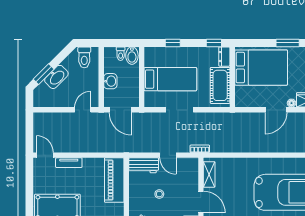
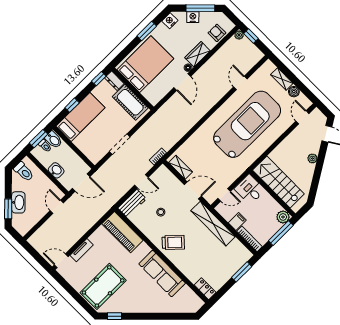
window: (121, 43) -> (38, 139), added
bed: (170, 79) -> (80, 117), moved

